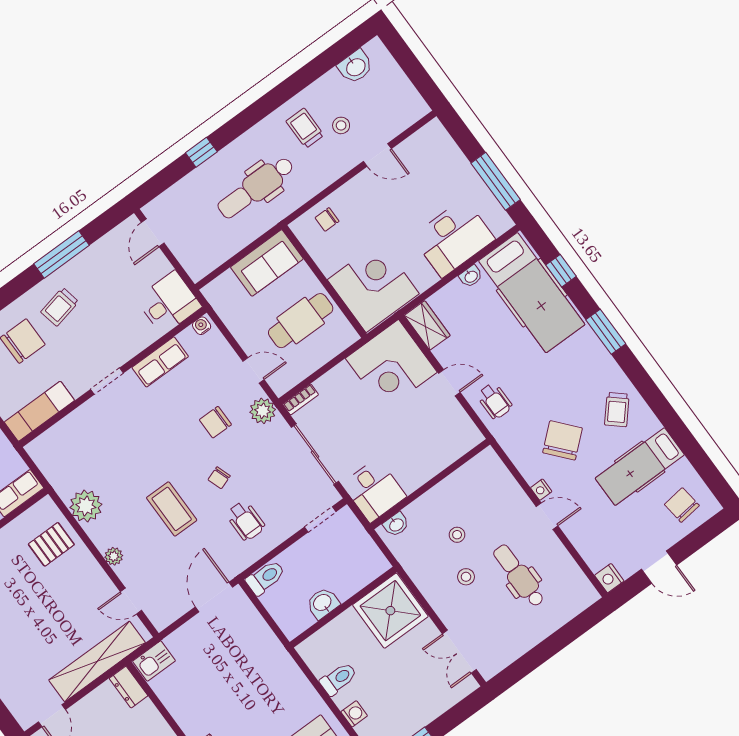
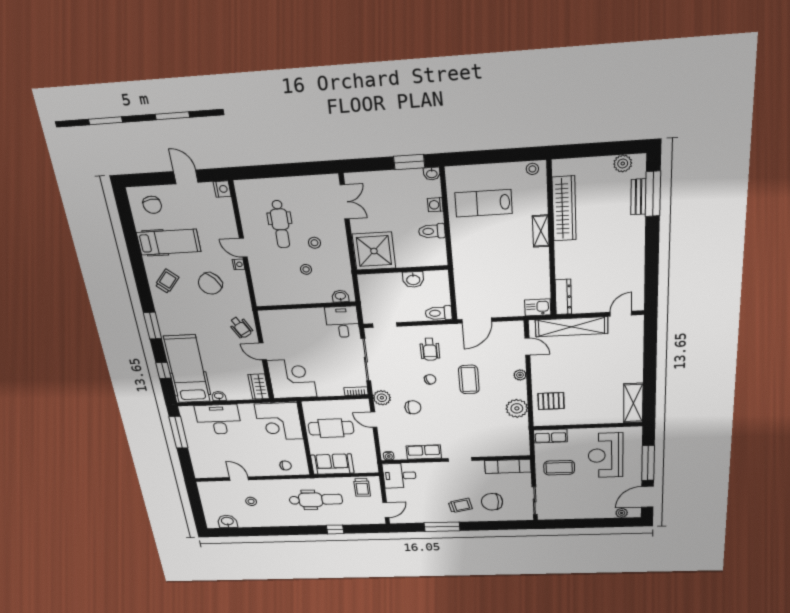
trolley: (305, 128) -> (362, 487), moved
wheelchair: (495, 401) -> (241, 327), turned 151
wheelchair: (246, 521) -> (430, 349), turned 180
dresser: (128, 687) -> (563, 297), width x1.44

